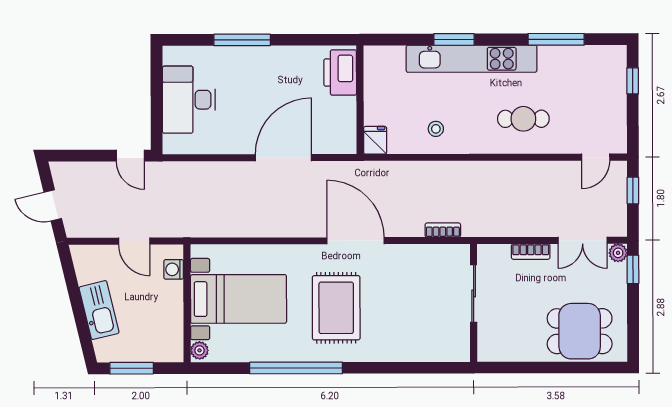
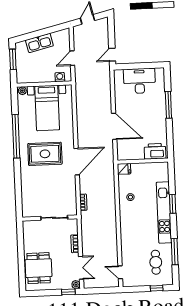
cafe table: (523, 119) -> (156, 262), moved
window: (633, 190) -> (105, 290), removed
double door: (583, 240) -> (81, 268), swing flipped

